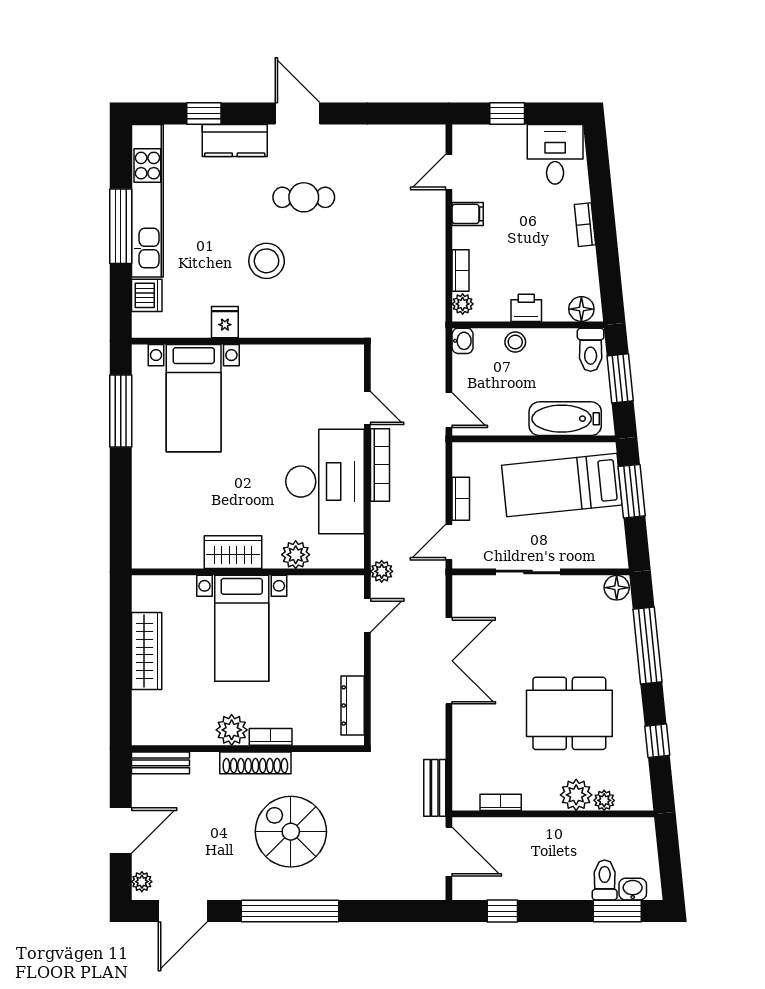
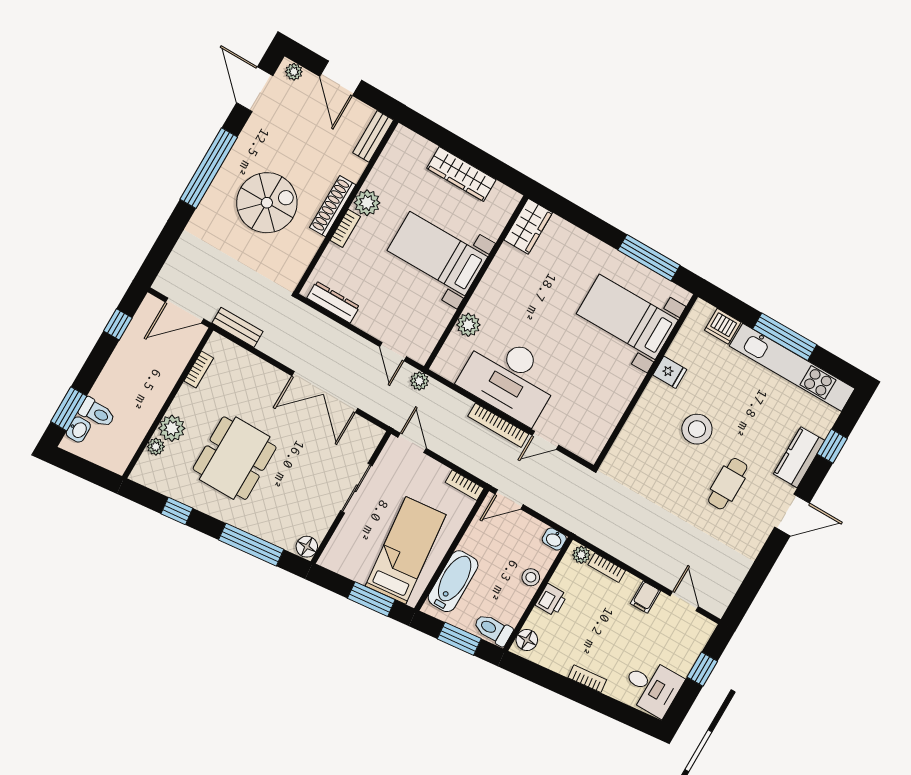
bookcase: (461, 499) -> (465, 485), moved
wardrobe: (233, 552) -> (528, 226), moved

